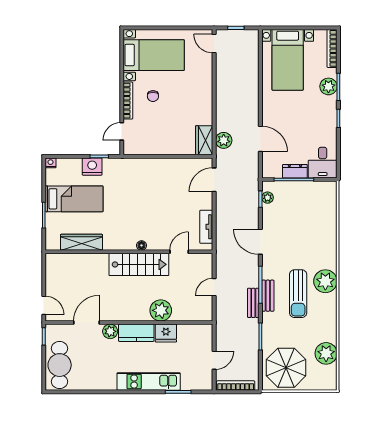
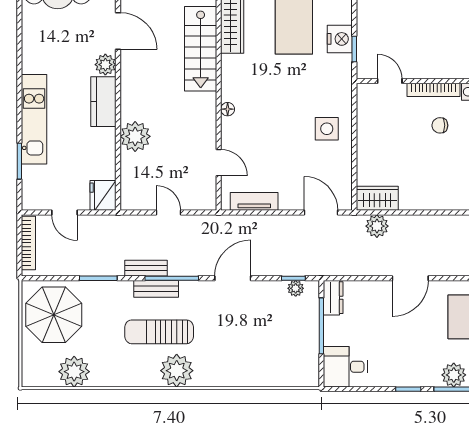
door: (260, 139) -> (410, 278), moved
dresser: (295, 171) -> (333, 298), moved
side table: (155, 176) -> (327, 129), added
stairs: (139, 264) -> (201, 49), moved
fridge: (166, 333) -> (103, 195), moved

